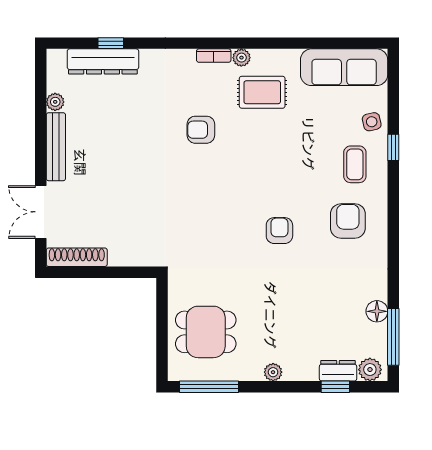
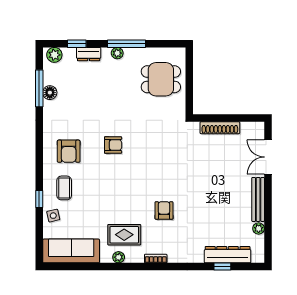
plant: (241, 58) -> (119, 257), moved
armchair: (201, 130) -> (164, 210), turned -90
double door: (41, 212) -> (268, 157), swing flipped
armchair: (279, 231) -> (113, 145), turned -90
shoe rack: (77, 257) -> (220, 128), moved
window: (393, 337) -> (39, 88), moved
dresser: (338, 371) -> (89, 54), moved
window: (209, 387) -> (127, 44), moved

